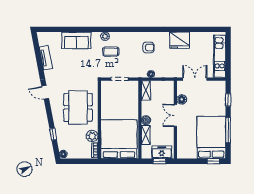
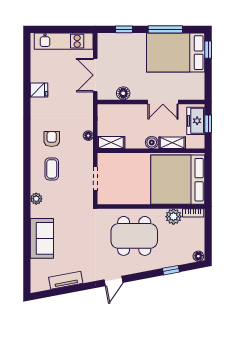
fridge: (179, 40) -> (39, 90), width x0.53, depth x0.75
coffee table: (111, 52) -> (52, 169), moved
double door: (175, 115) -> (163, 102), moved

